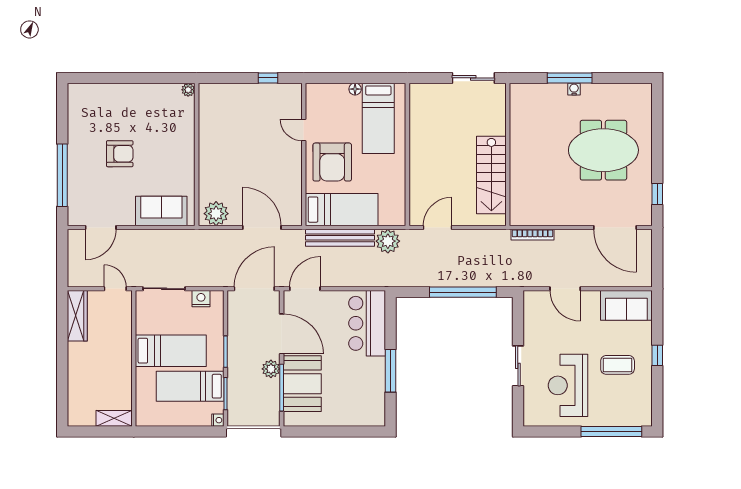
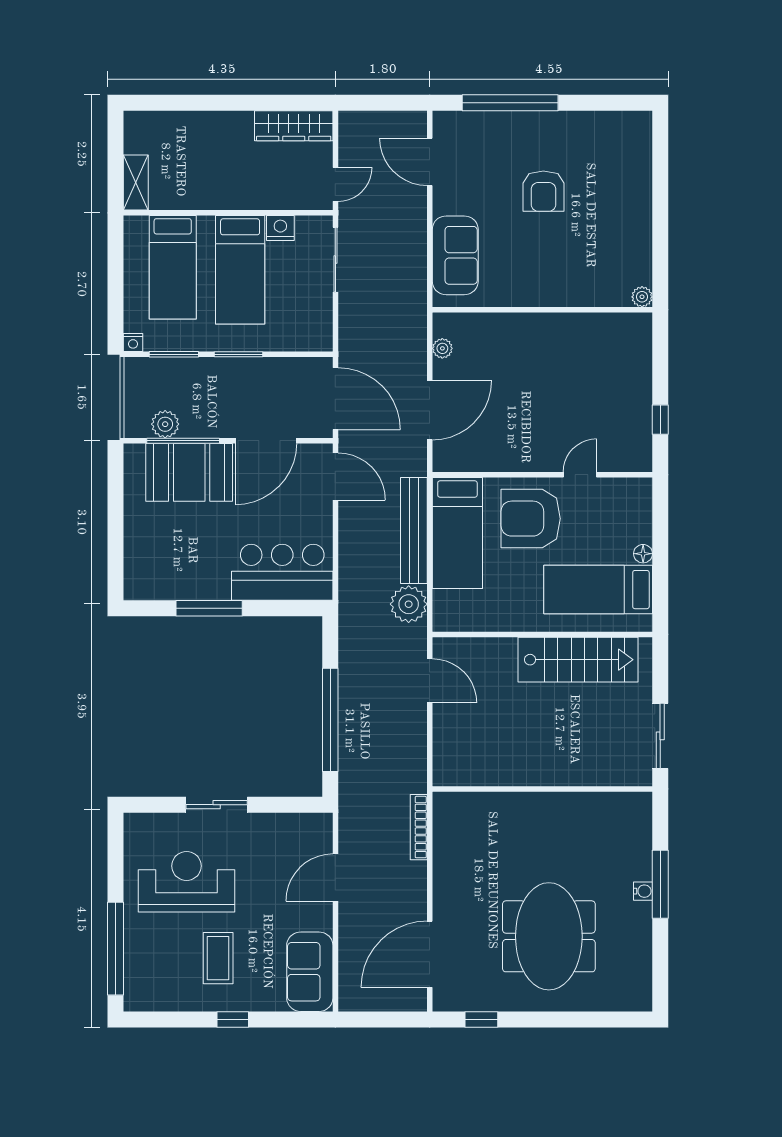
stairs: (491, 175) -> (578, 660), moved, turned 180
plant: (216, 214) -> (442, 348), width x0.53, depth x0.53
nightstand: (201, 299) -> (280, 228), moved, turned -90
plant: (271, 369) -> (165, 424), moved
bed: (190, 386) -> (173, 267), moved, turned 180

